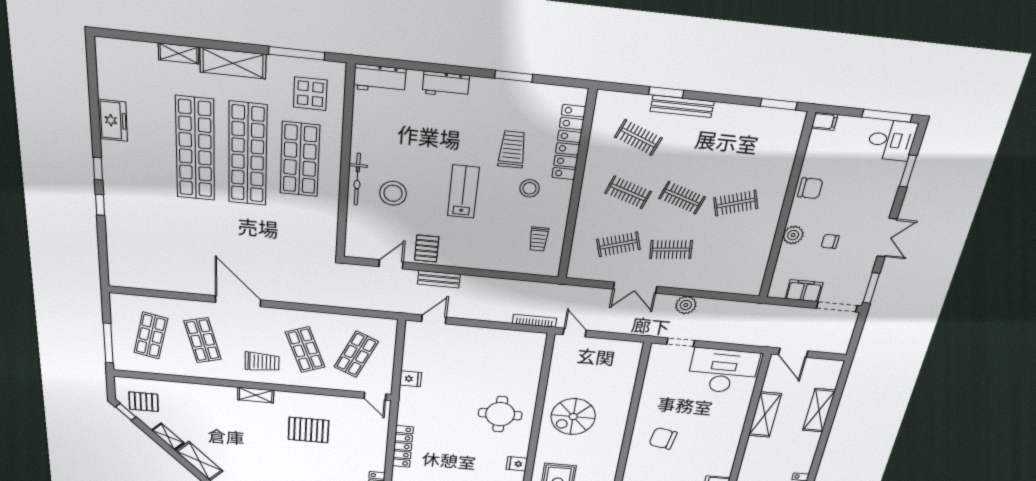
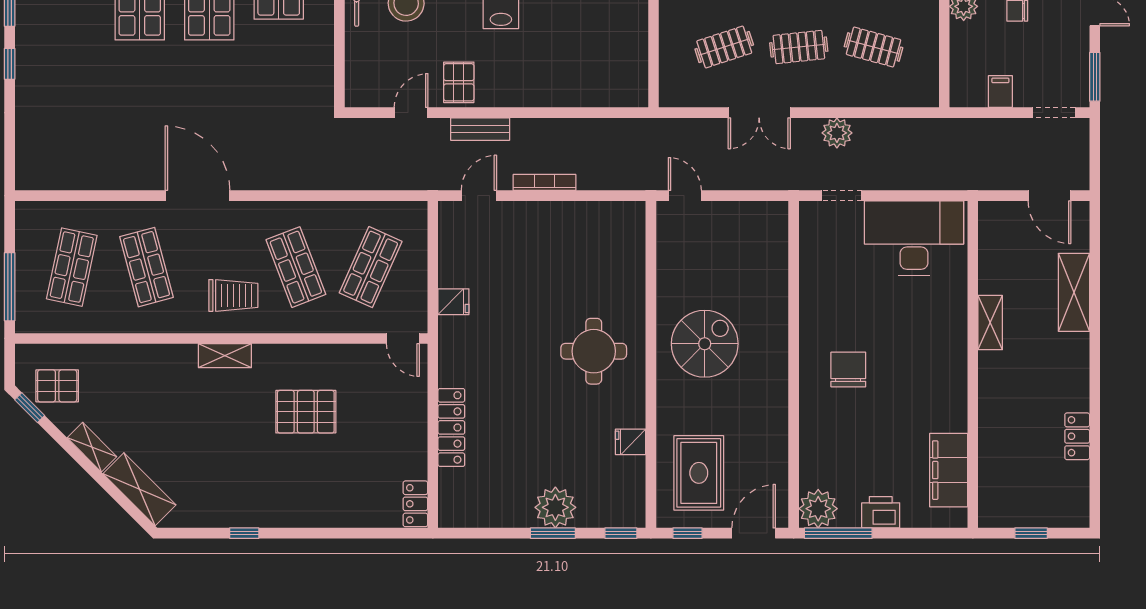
trolley: (539, 239) -> (612, 51), removed
clothes rail: (723, 255) -> (873, 47), added
filing cabinet: (804, 291) -> (1000, 92), width x0.50
doorway: (837, 307) -> (1054, 113), width x0.73
bookcase: (534, 321) -> (544, 182), moved
door: (793, 353) -> (1049, 196), moved
shelving: (765, 415) -> (990, 323), width x0.67, depth x0.75
spiral stairs: (573, 417) -> (705, 344), turned 180
chair: (663, 438) -> (848, 369), turned 80

